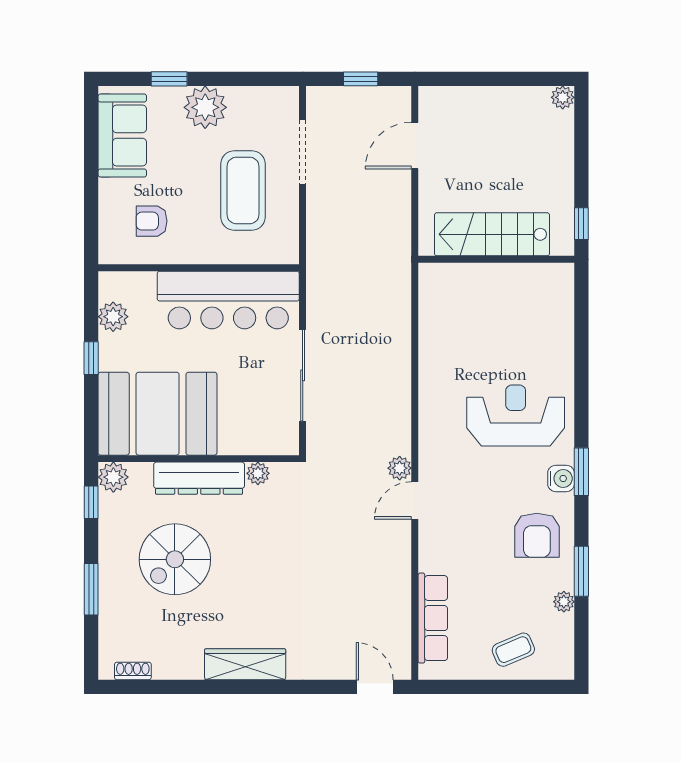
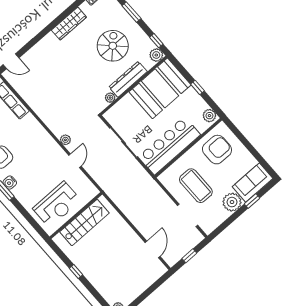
sofa: (122, 136) -> (253, 183), moved, turned 90
armchair: (152, 221) -> (217, 150), width x1.88, depth x1.88
stairs: (492, 234) -> (84, 222), moved
wall: (496, 259) -> (76, 215), moved
plant: (113, 317) -> (209, 116), moved
reception desk: (516, 416) -> (57, 204), moved
door: (415, 500) -> (75, 161), moved
wardrobe: (245, 664) -> (69, 24), moved

